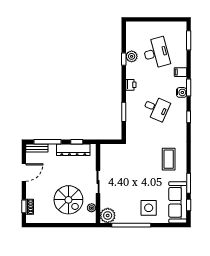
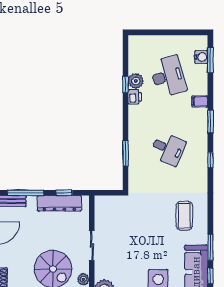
printer: (131, 85) -> (135, 97), moved
water cooler: (182, 92) -> (201, 57), moved

